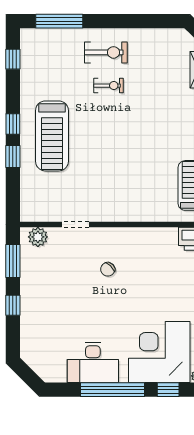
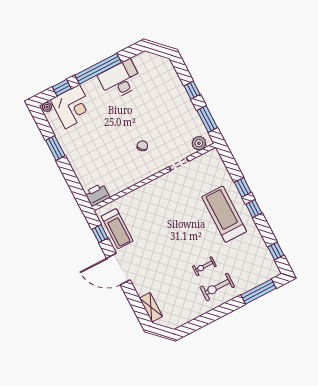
corner desk: (159, 352) -> (72, 107), width x0.74, depth x0.74

